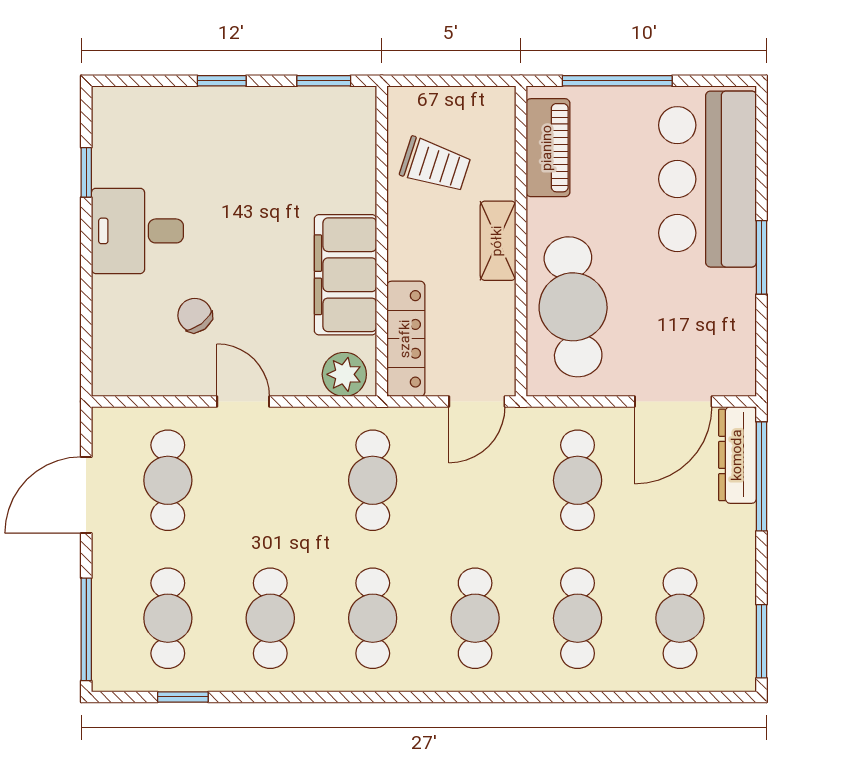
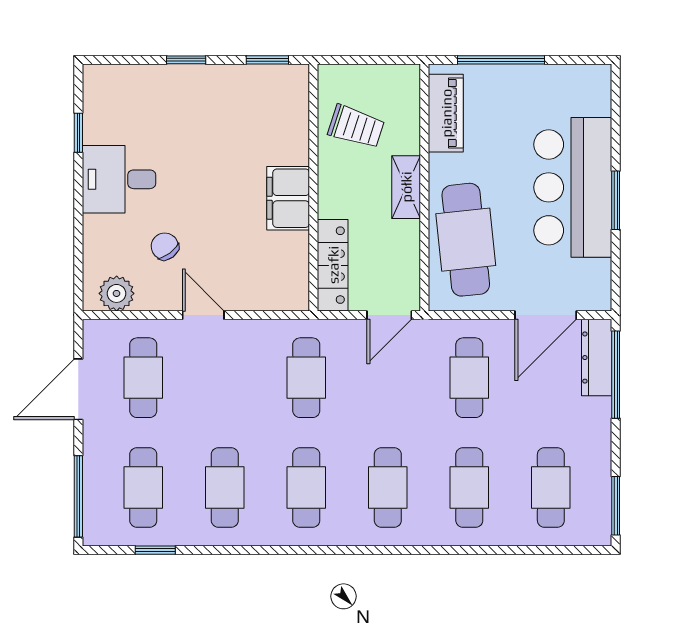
bar counter: (708, 179) -> (573, 187), moved
filing cabinet: (345, 275) -> (288, 198), width x0.67, depth x0.86
plant: (344, 374) -> (117, 293), moved

